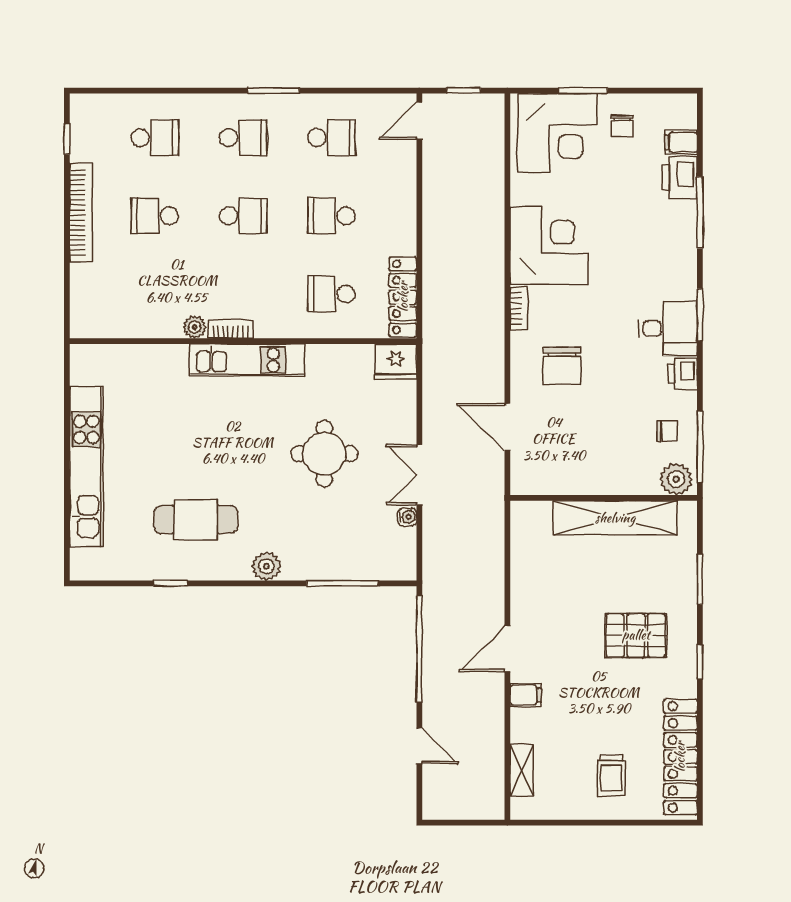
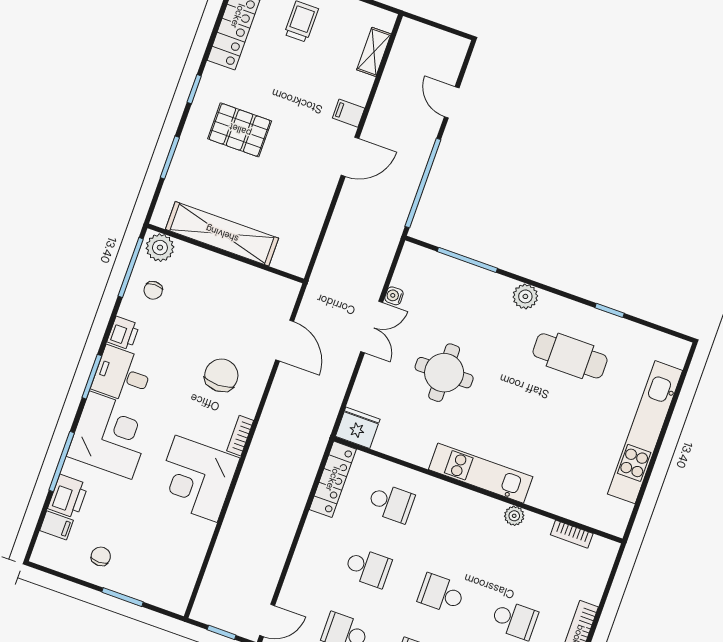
corner desk: (557, 133) -> (111, 435), moved, turned 90
bookcase: (231, 329) -> (572, 534), moved
chair: (667, 431) -> (153, 290), turned -90

